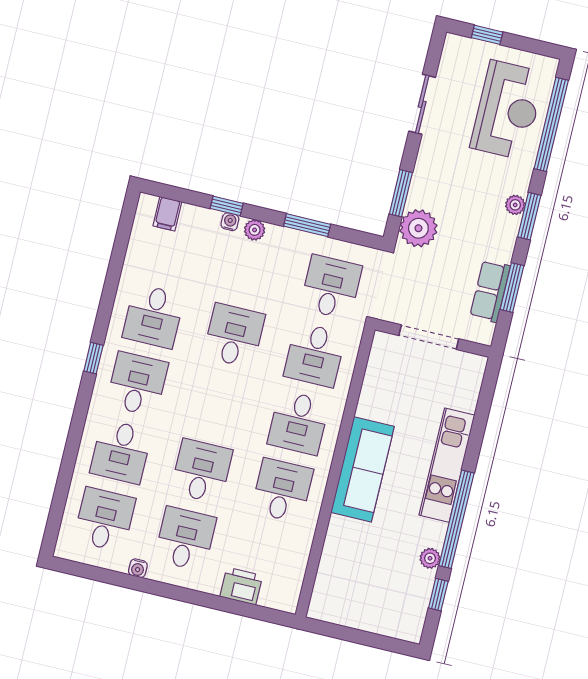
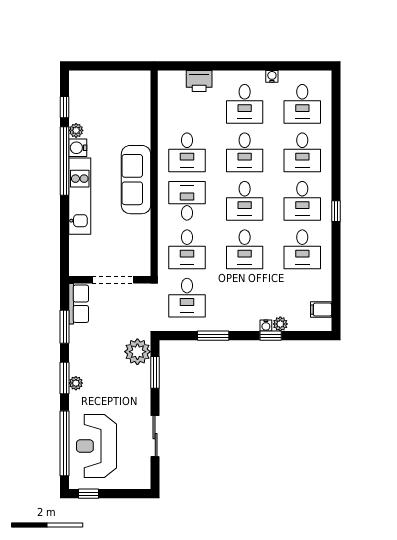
window: (487, 35) -> (88, 494), moved
filing cabinet: (167, 214) -> (321, 310), moved, turned -90
plant: (255, 230) -> (280, 324), moved
row of seats: (490, 291) -> (79, 304), moved
desk: (153, 316) -> (302, 249), turned 180
desk: (315, 355) -> (187, 249), turned 180
desk: (218, 403) -> (245, 201), added
desk: (121, 452) -> (302, 152), turned 180
water cooler: (433, 534) -> (78, 148), added

